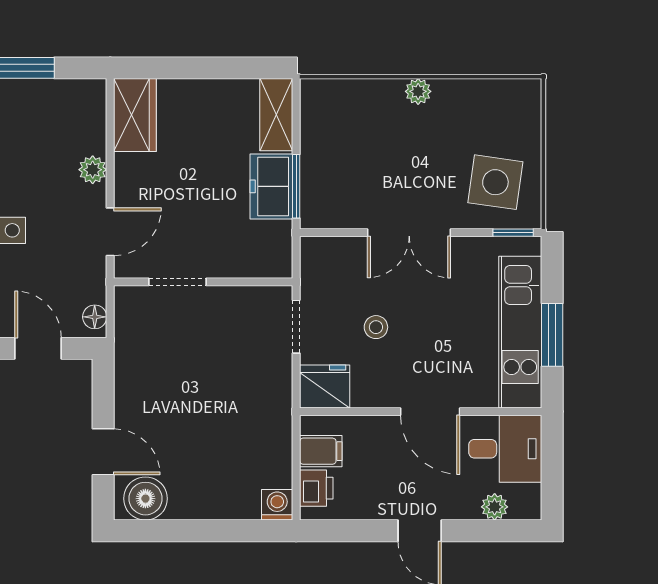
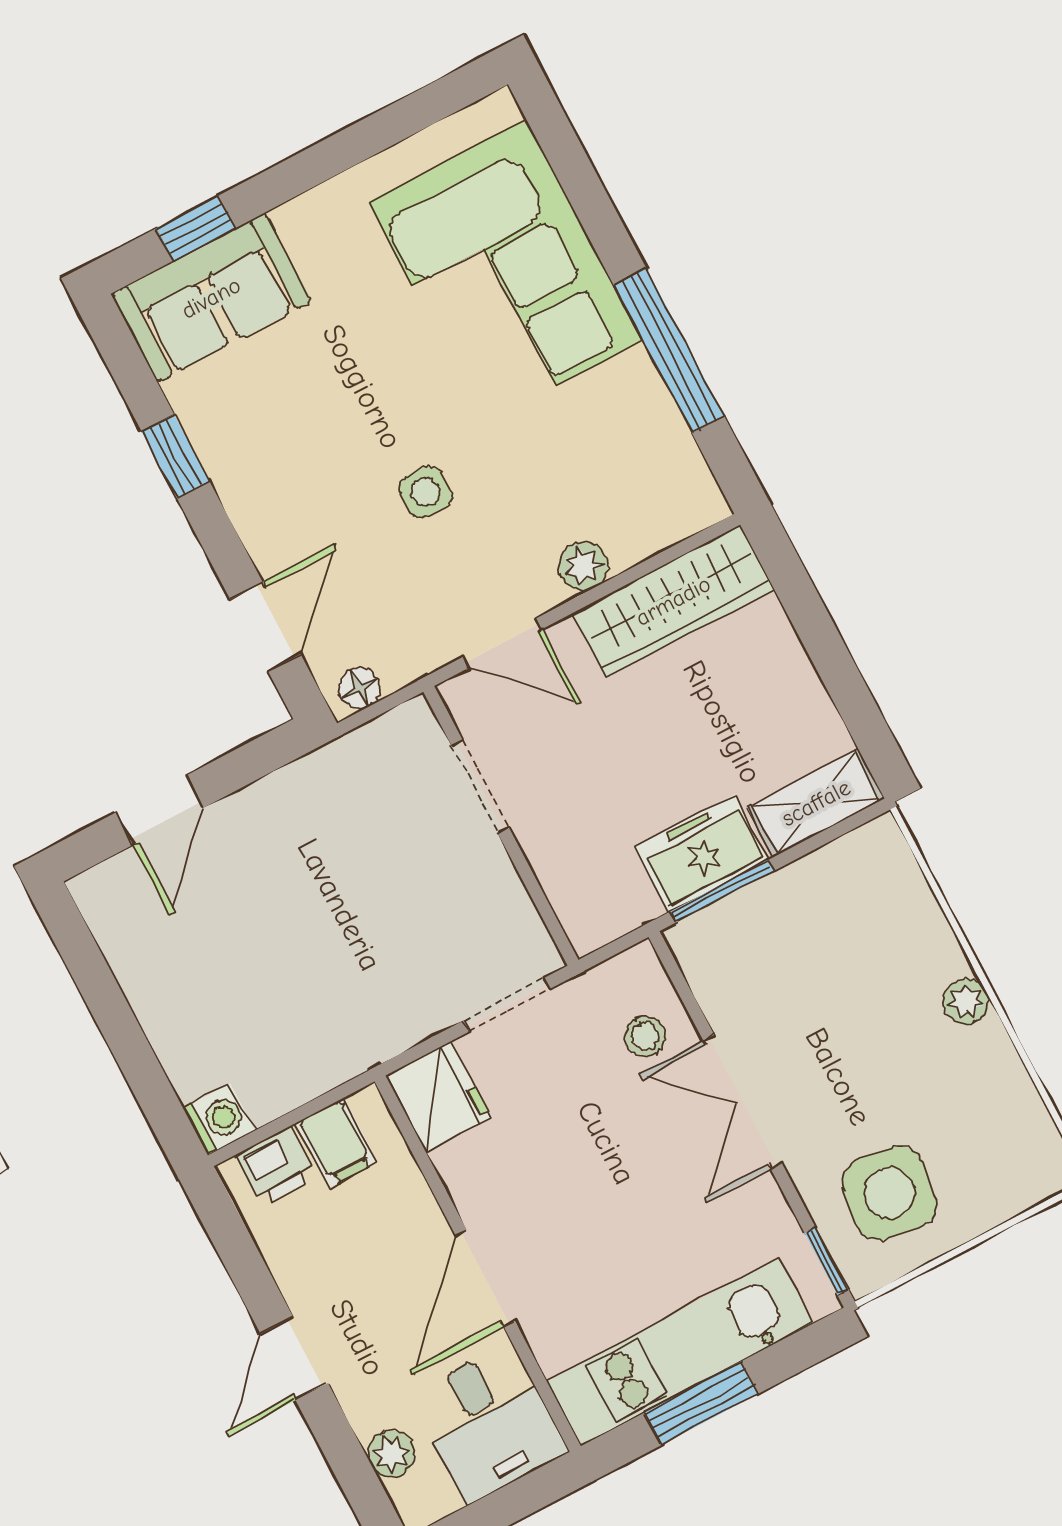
wardrobe: (135, 115) -> (673, 601), width x1.50
stool: (376, 327) -> (645, 1036), moved
boiler: (145, 499) -> (122, 913), removed

